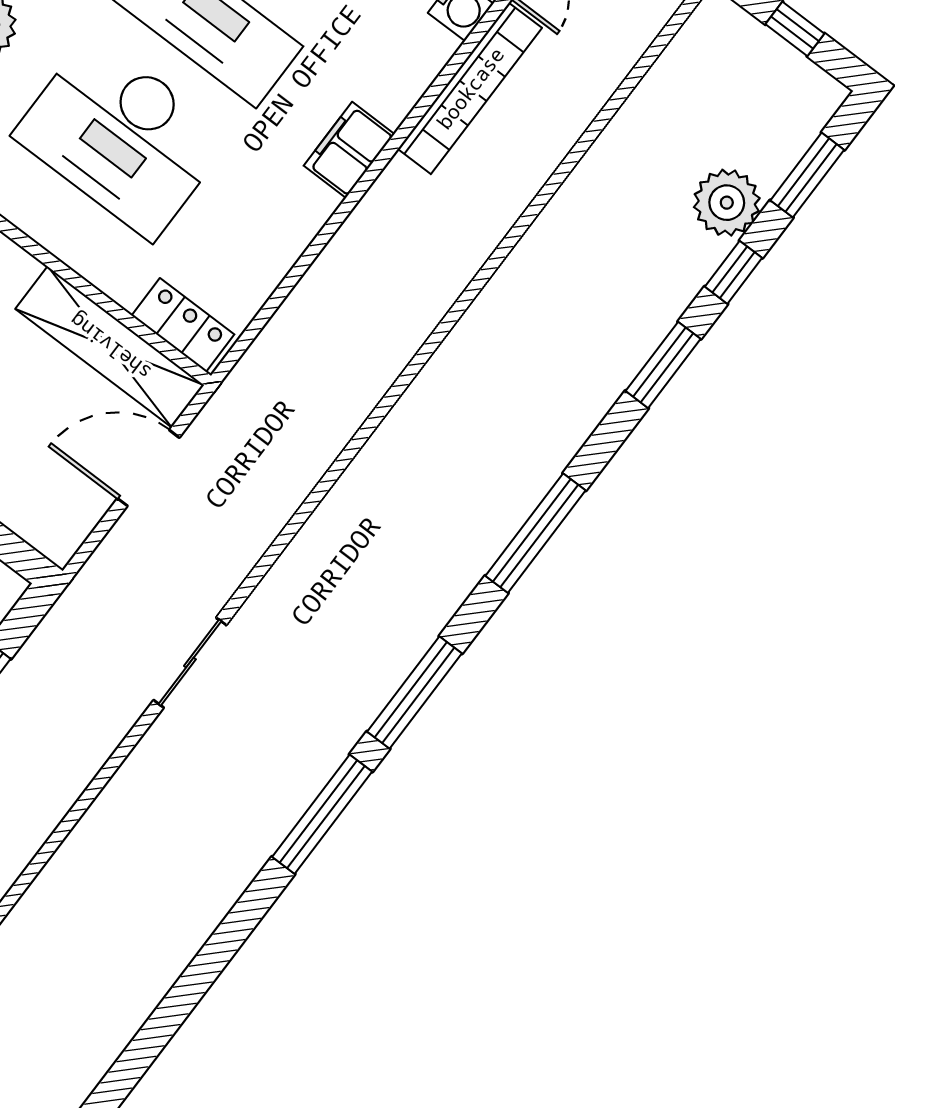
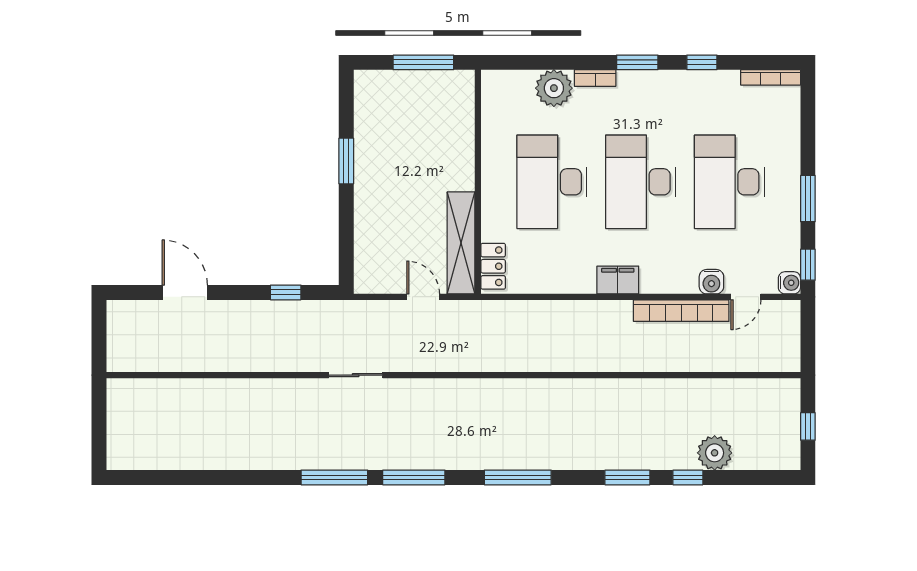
window: (807, 175) -> (751, 477), removed
door: (148, 468) -> (423, 297), width x0.73

